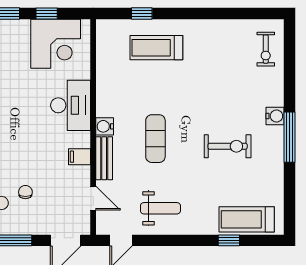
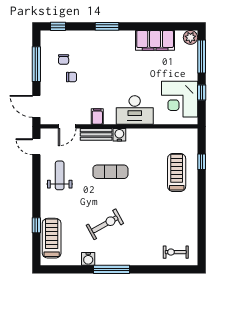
water cooler: (275, 116) -> (88, 259), moved
exercise bike: (228, 146) -> (105, 224), turned -119
weight bench: (160, 208) -> (60, 175), turned 180

